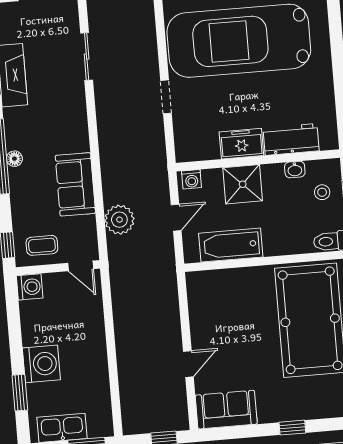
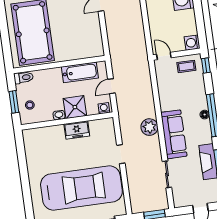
workbench: (291, 139) -> (49, 134), removed
washbasin: (295, 169) -> (59, 115), moved
sofa: (75, 184) -> (174, 134), moved, width x1.36
plant: (119, 220) -> (149, 127), moved

